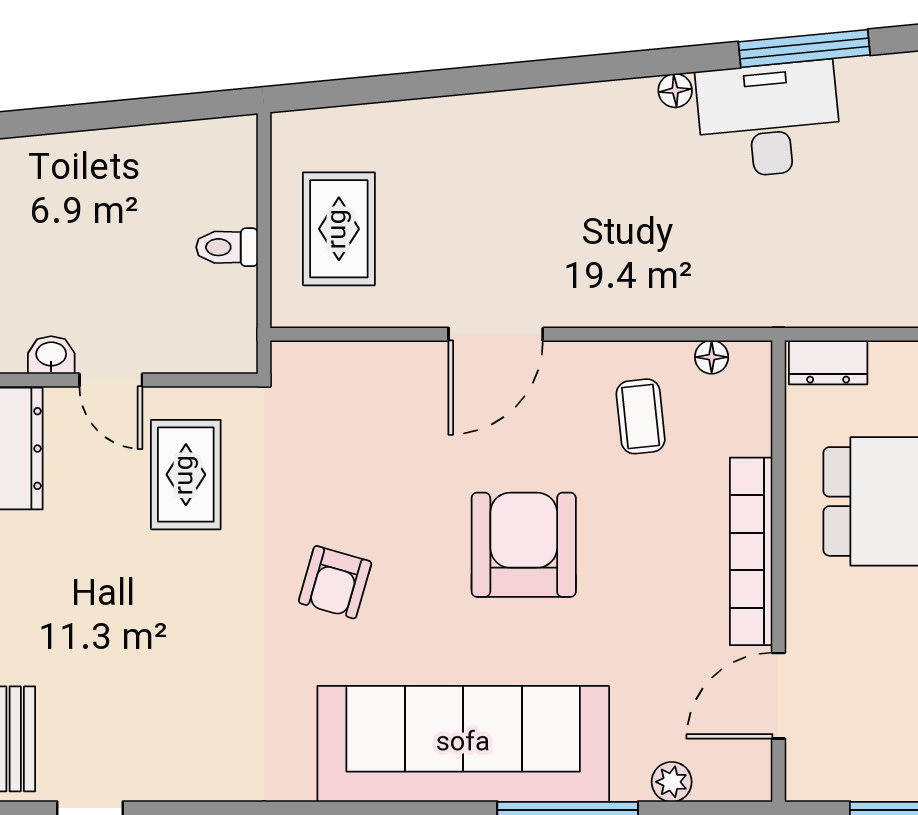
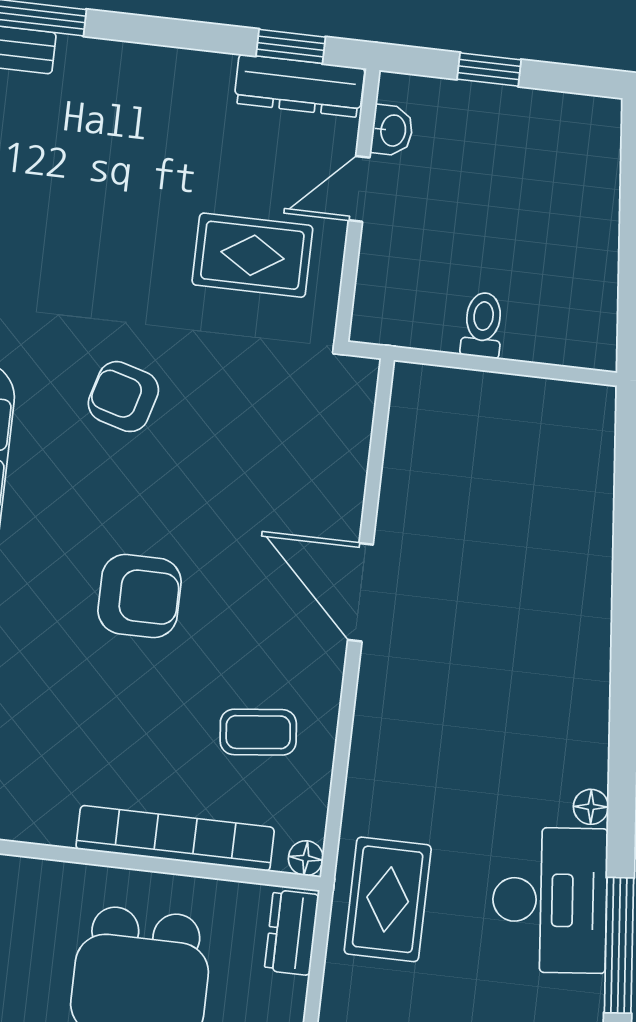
rug: (339, 229) -> (388, 899), moved, turned 90
floor lamp: (712, 357) -> (306, 858), moved
armchair: (524, 545) -> (139, 596), width x0.73, depth x0.73
bookcase: (751, 551) -> (175, 838), moved

